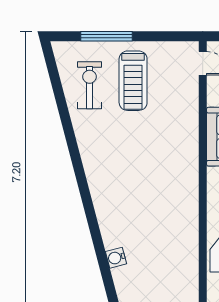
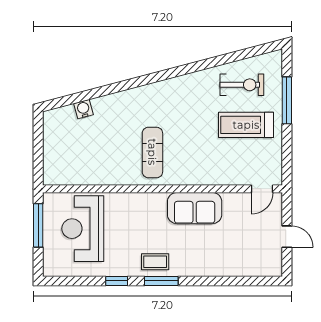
exercise mat: (163, 183) -> (152, 152), added

